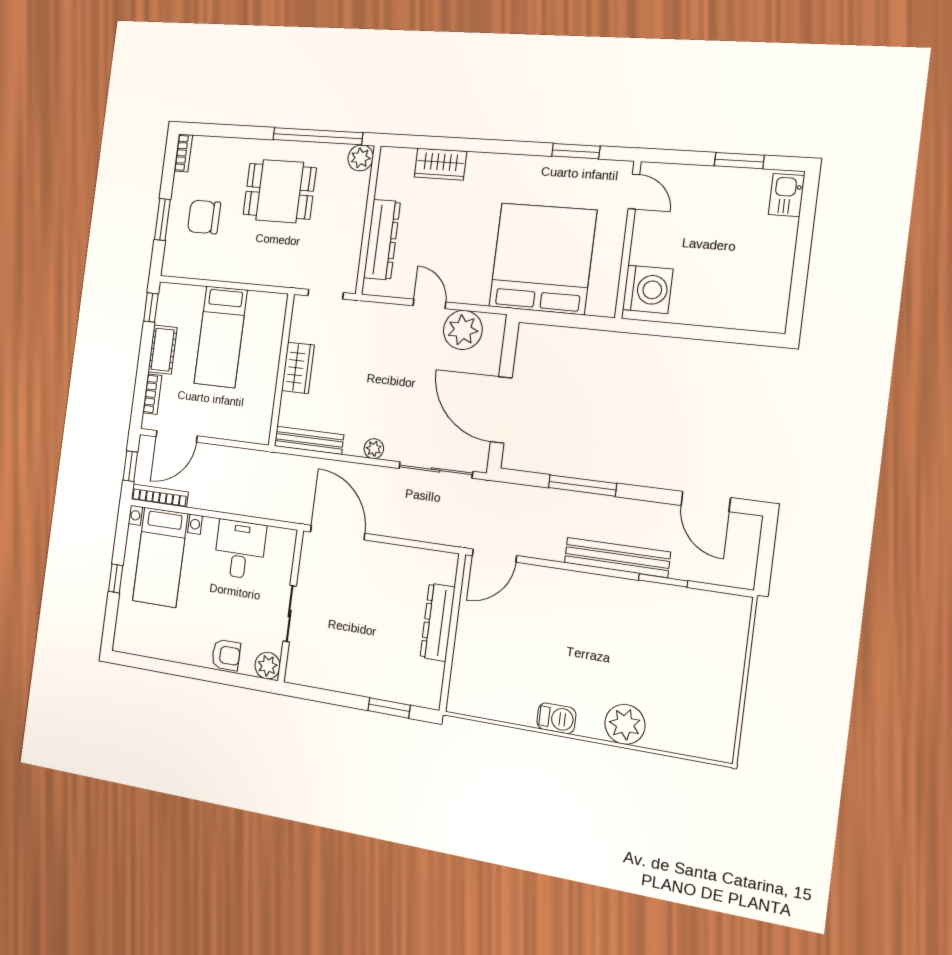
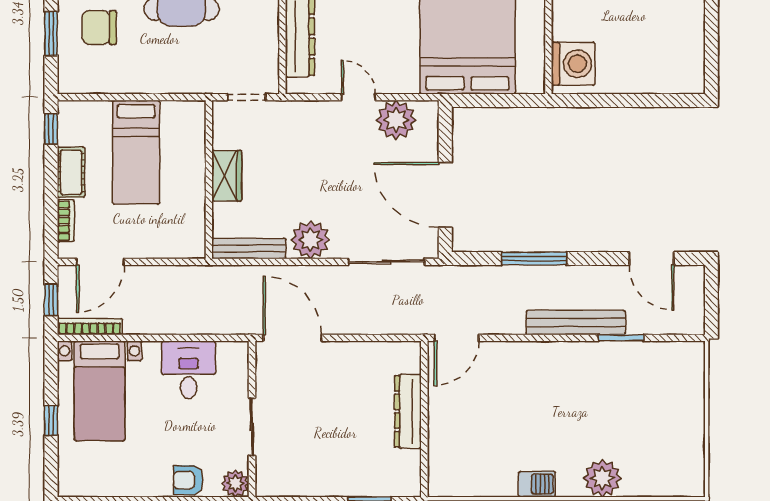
plant: (374, 449) -> (310, 240), width x1.87, depth x1.87
armchair: (226, 655) -> (188, 480), turned 180

